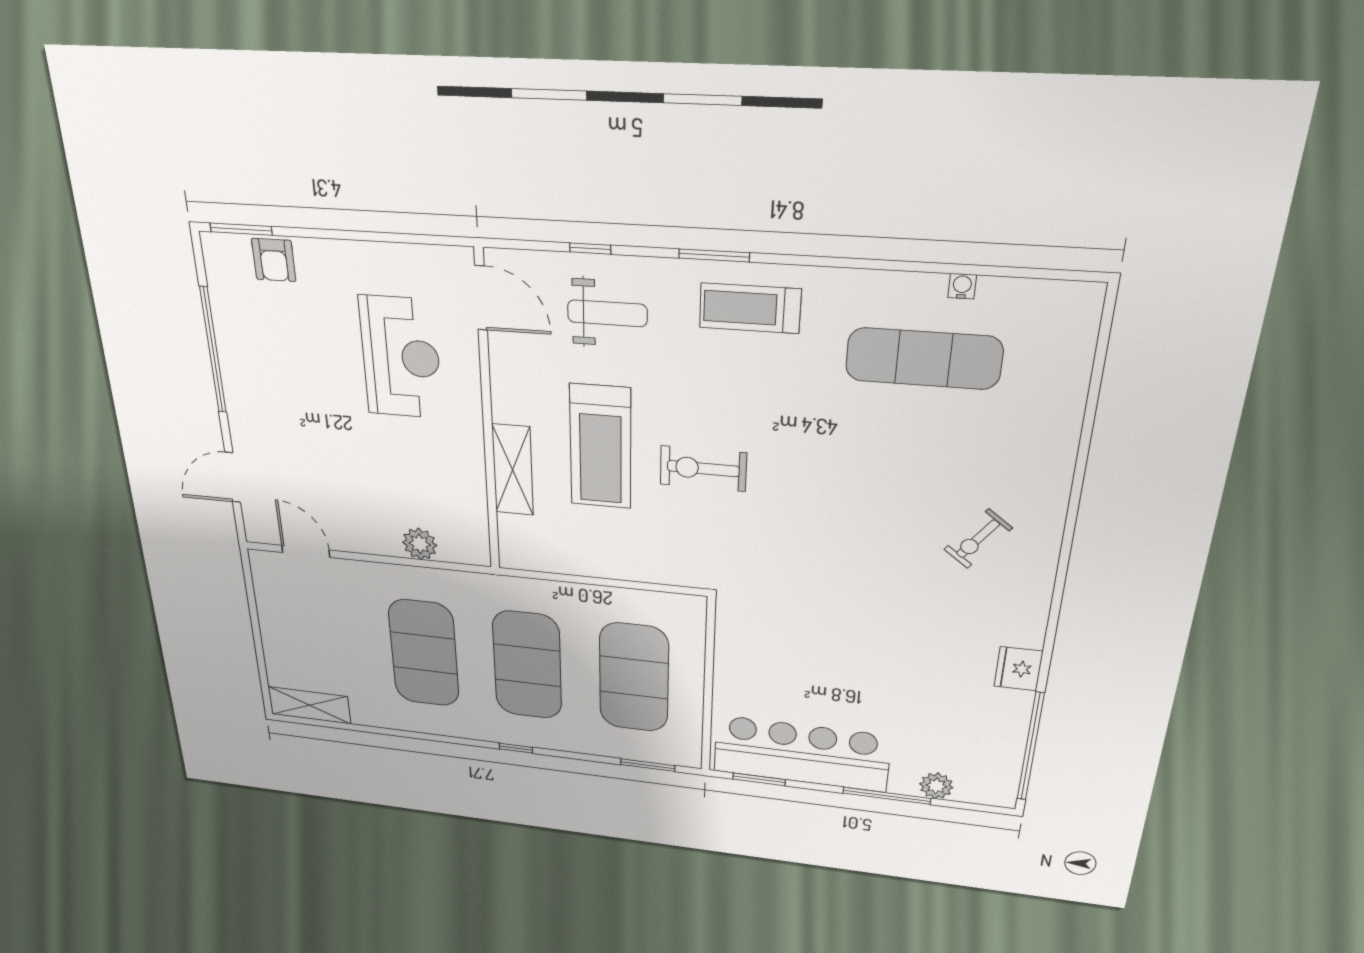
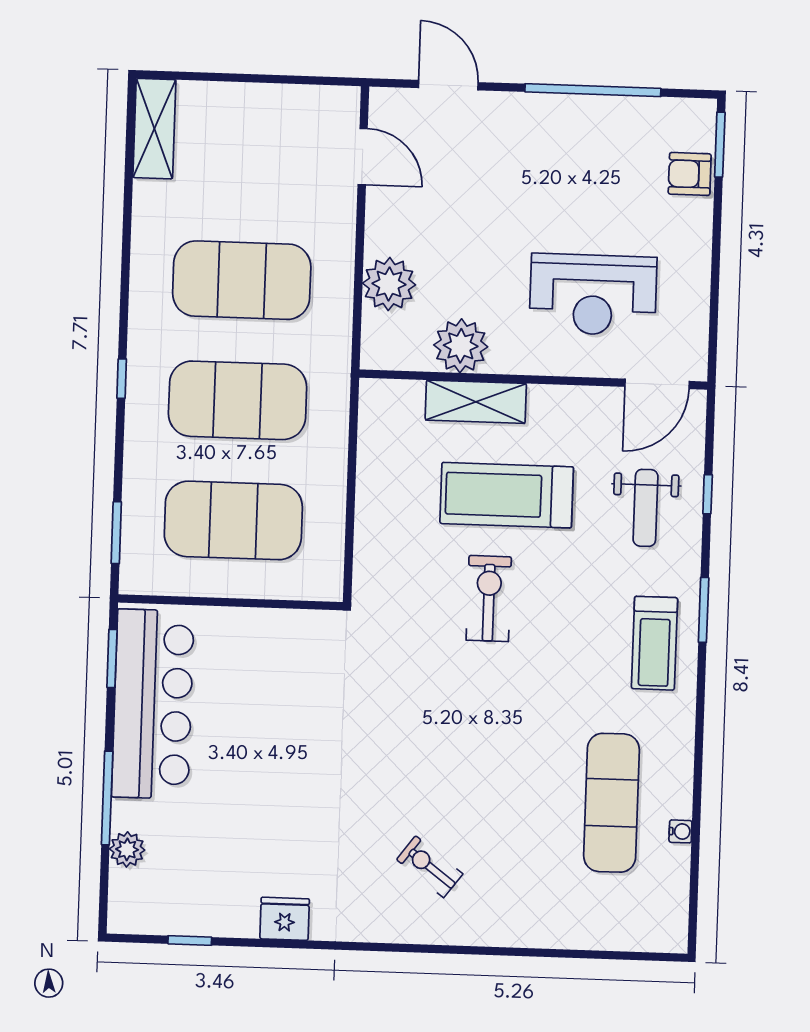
treadmill: (750, 308) -> (655, 643), turned 180
plant: (462, 480) -> (461, 346), added
plant: (420, 544) -> (389, 284), width x1.36, depth x1.36
door: (306, 551) -> (363, 157), hinge flipped
window: (1031, 747) -> (190, 940), width x0.32

